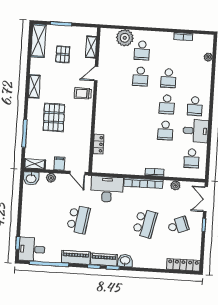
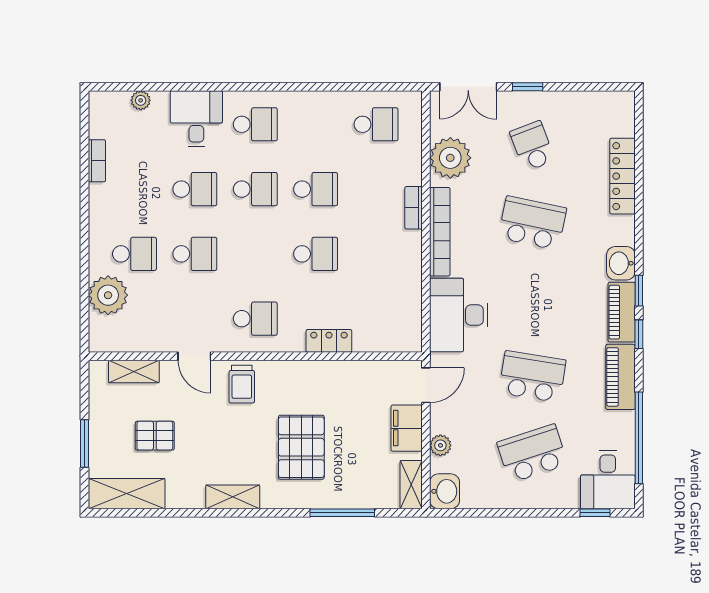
school desk: (111, 101) -> (255, 319), added
pallet: (54, 117) -> (301, 447), turned 90
school desk: (137, 129) -> (316, 254), added
desk: (196, 131) -> (196, 119), moved
locker: (98, 144) -> (329, 341), moved
filing cabinet: (59, 164) -> (407, 428), width x2.00
plant: (175, 185) -> (450, 158), width x1.88, depth x1.88
school desk: (45, 217) -> (532, 453), added
locker: (183, 265) -> (622, 176), moved

